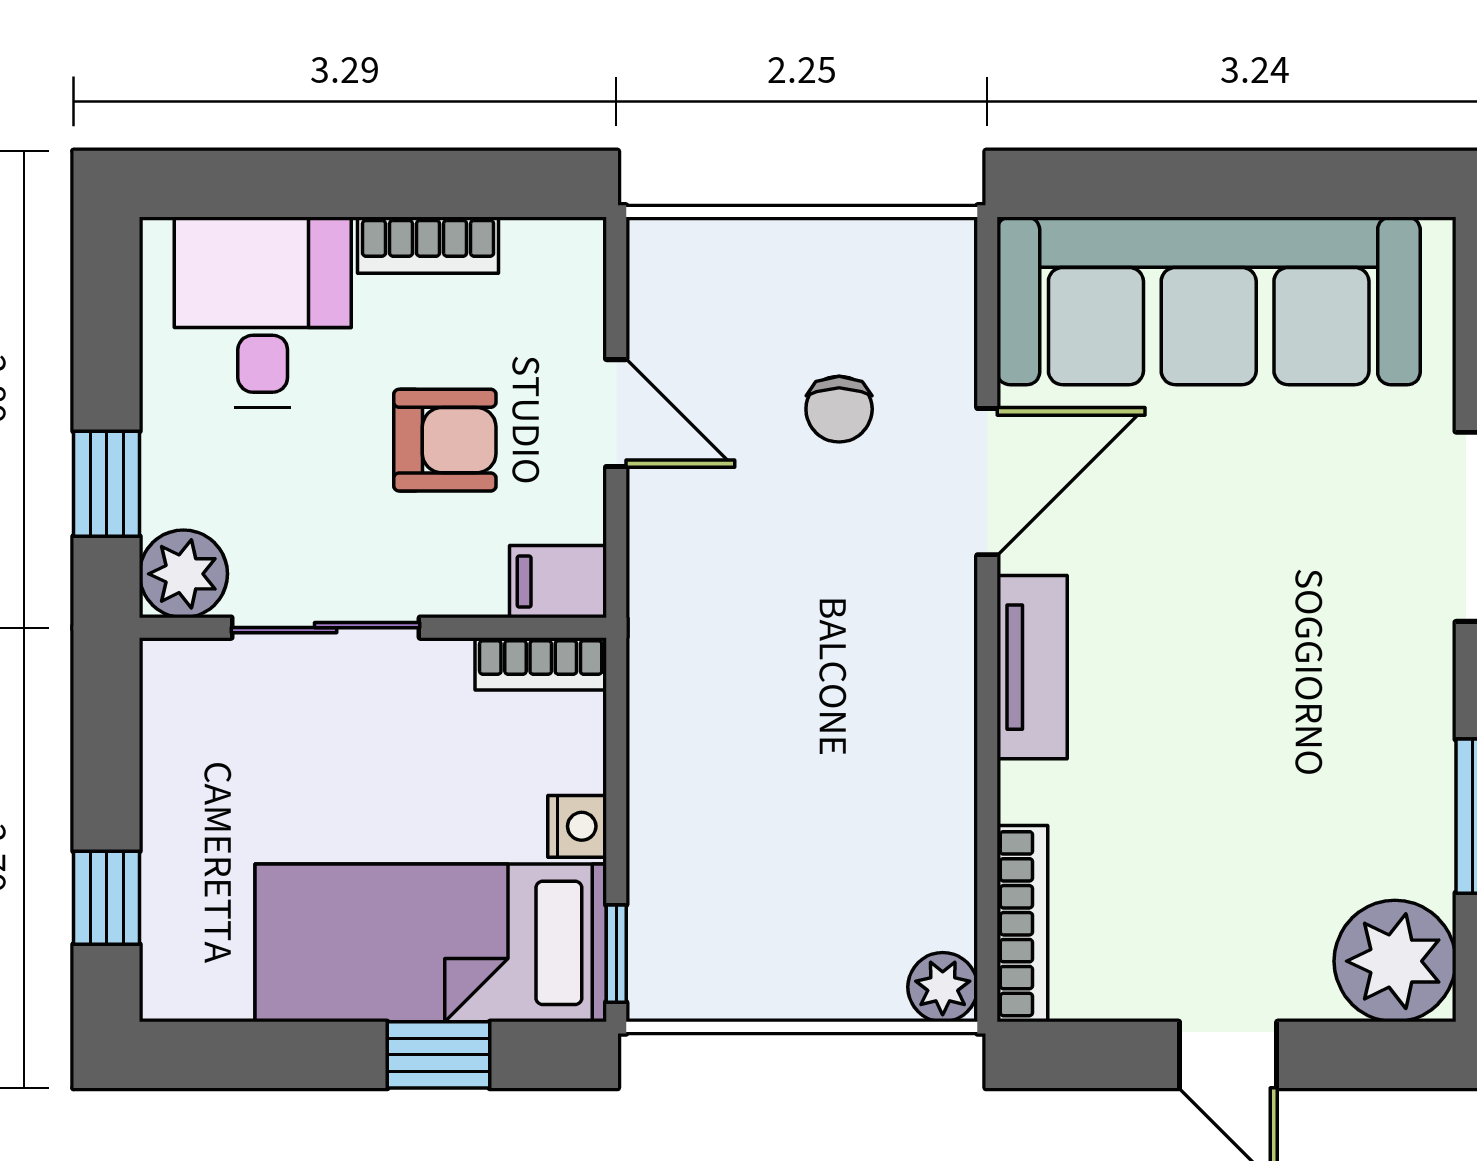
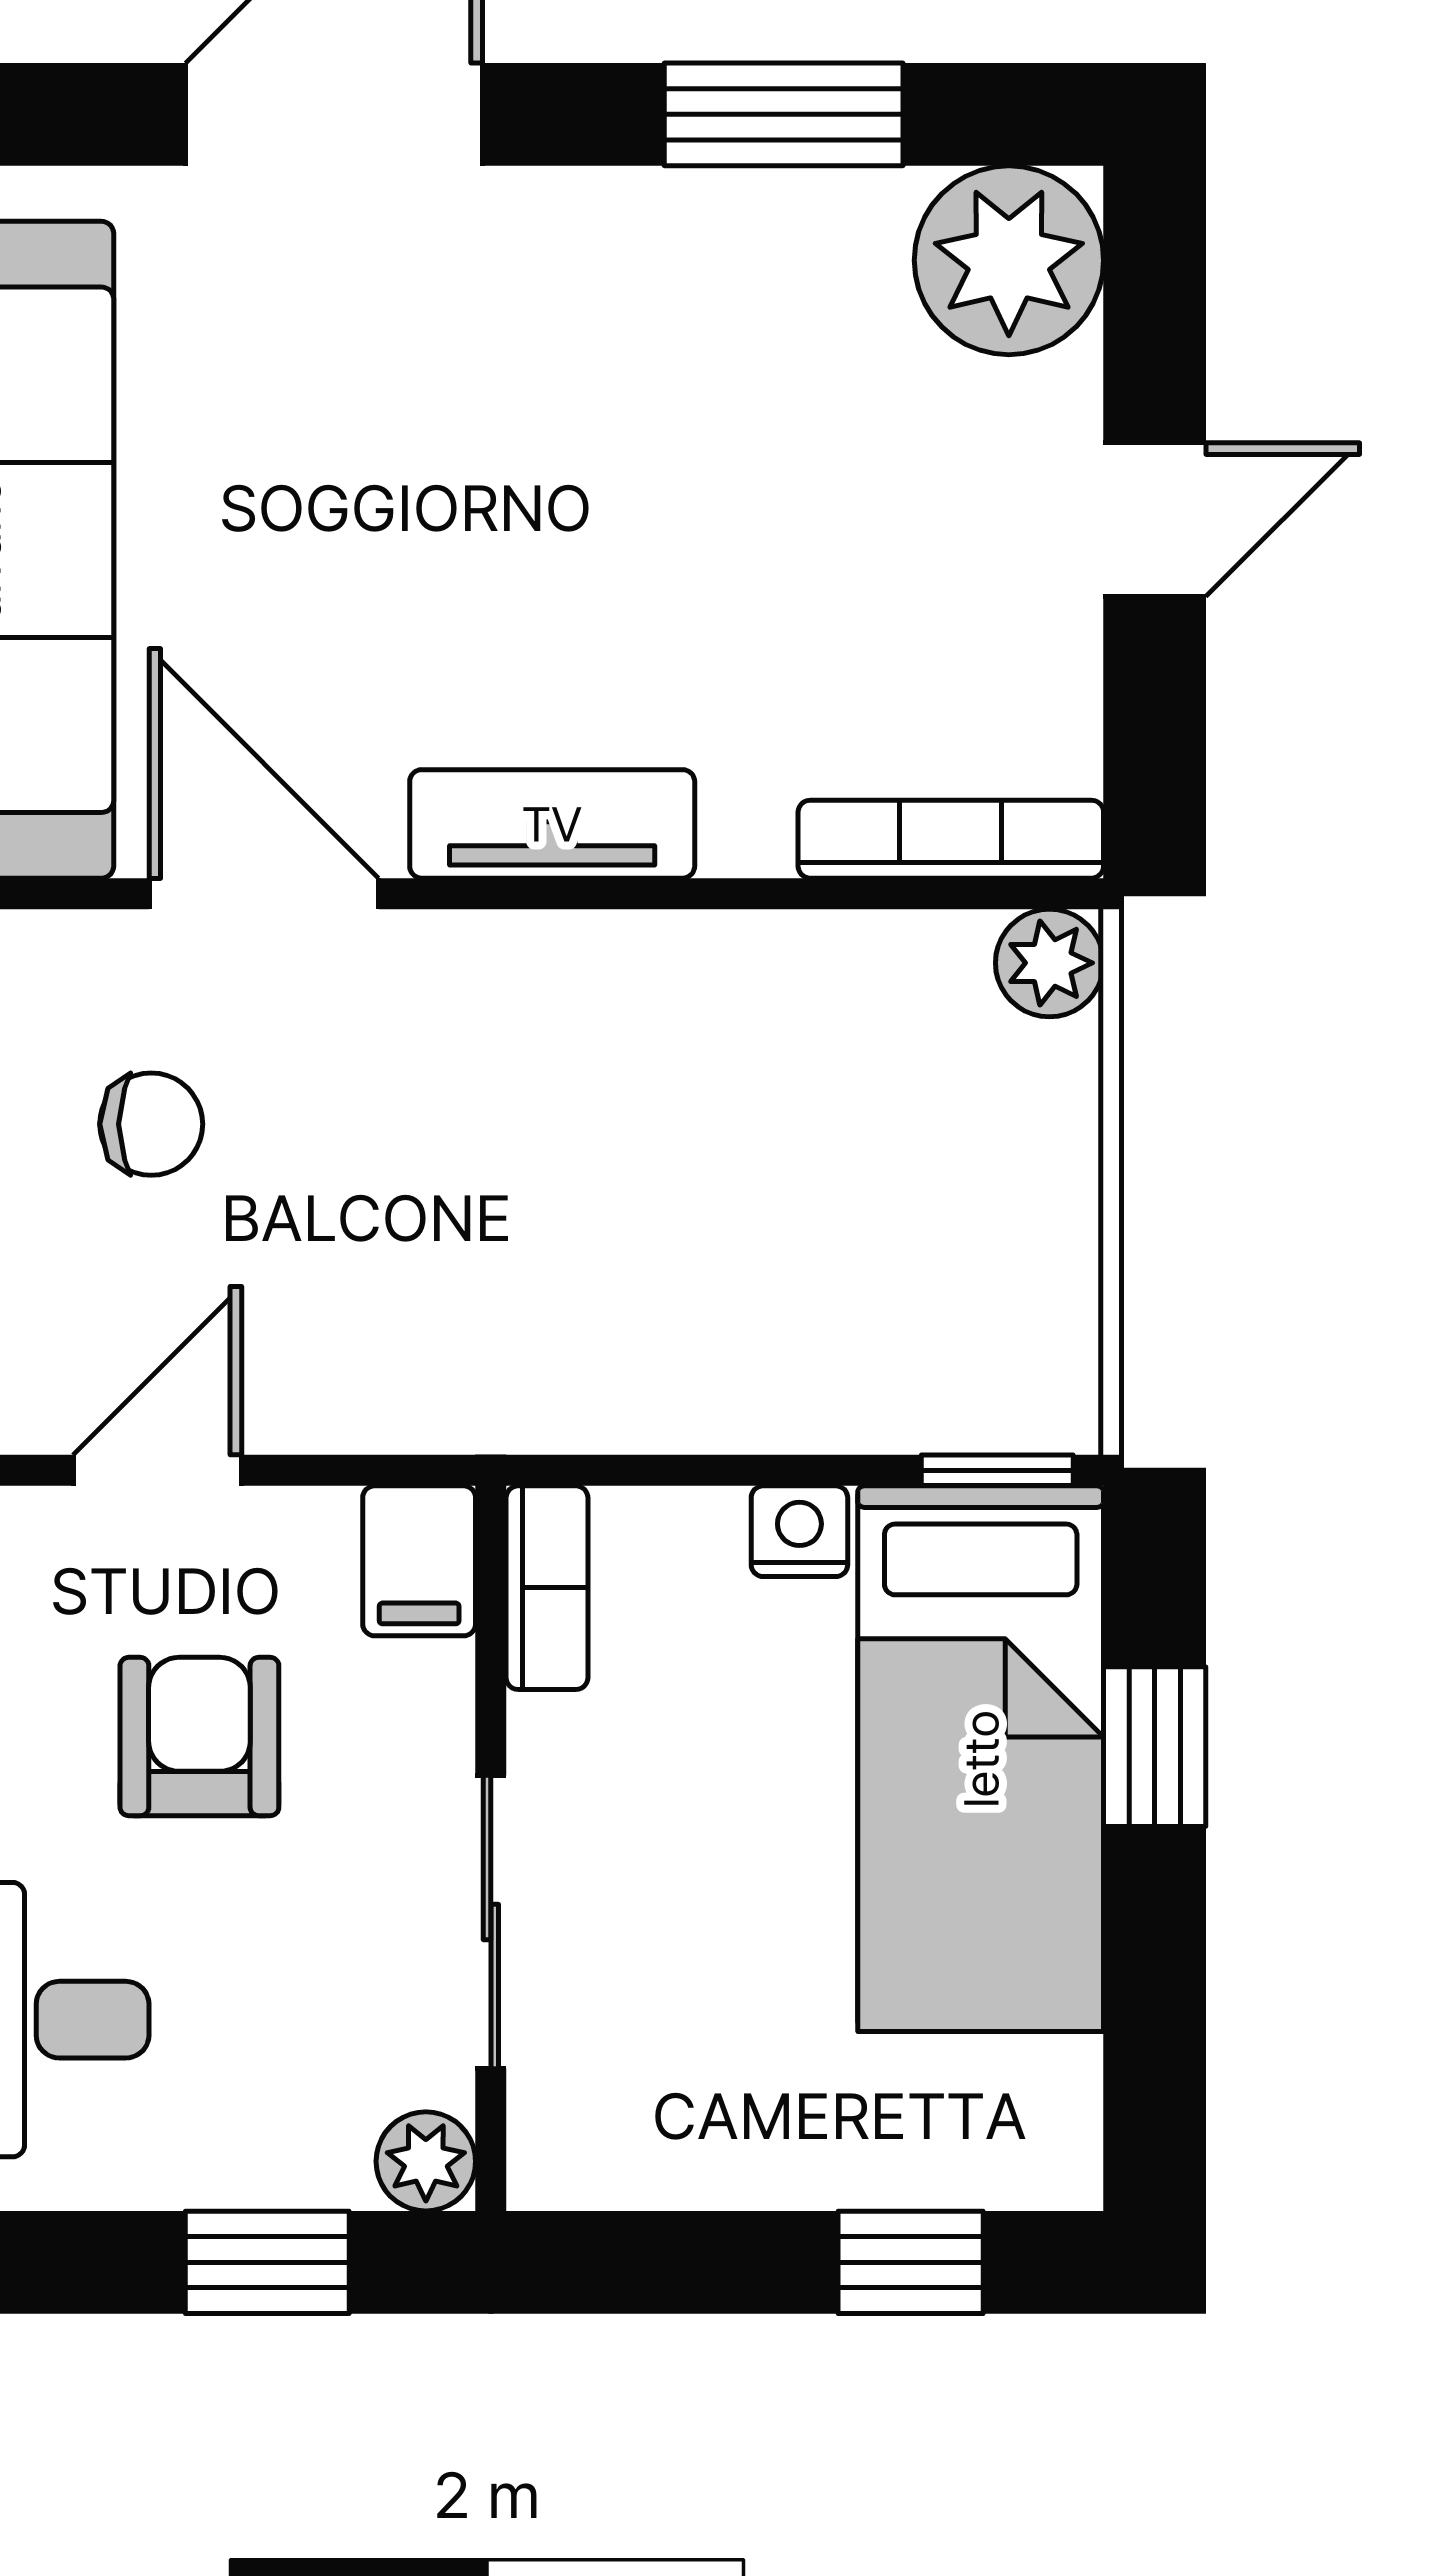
plant: (183, 574) -> (426, 2161), width x0.73, depth x0.73

